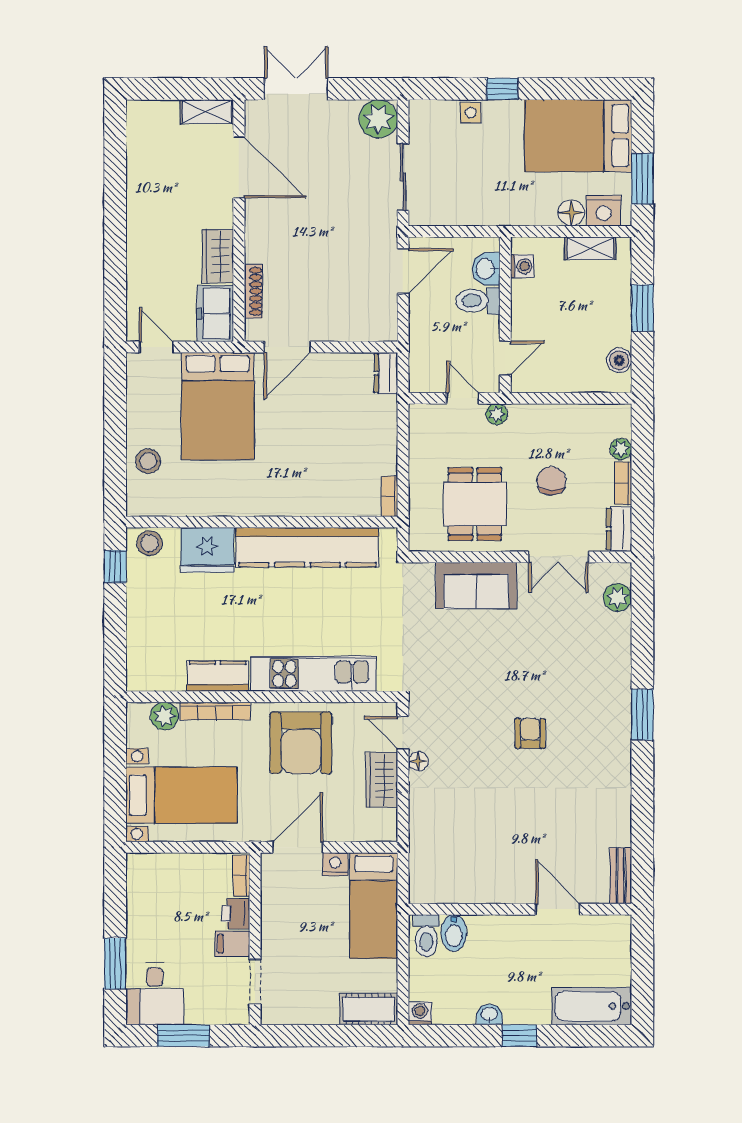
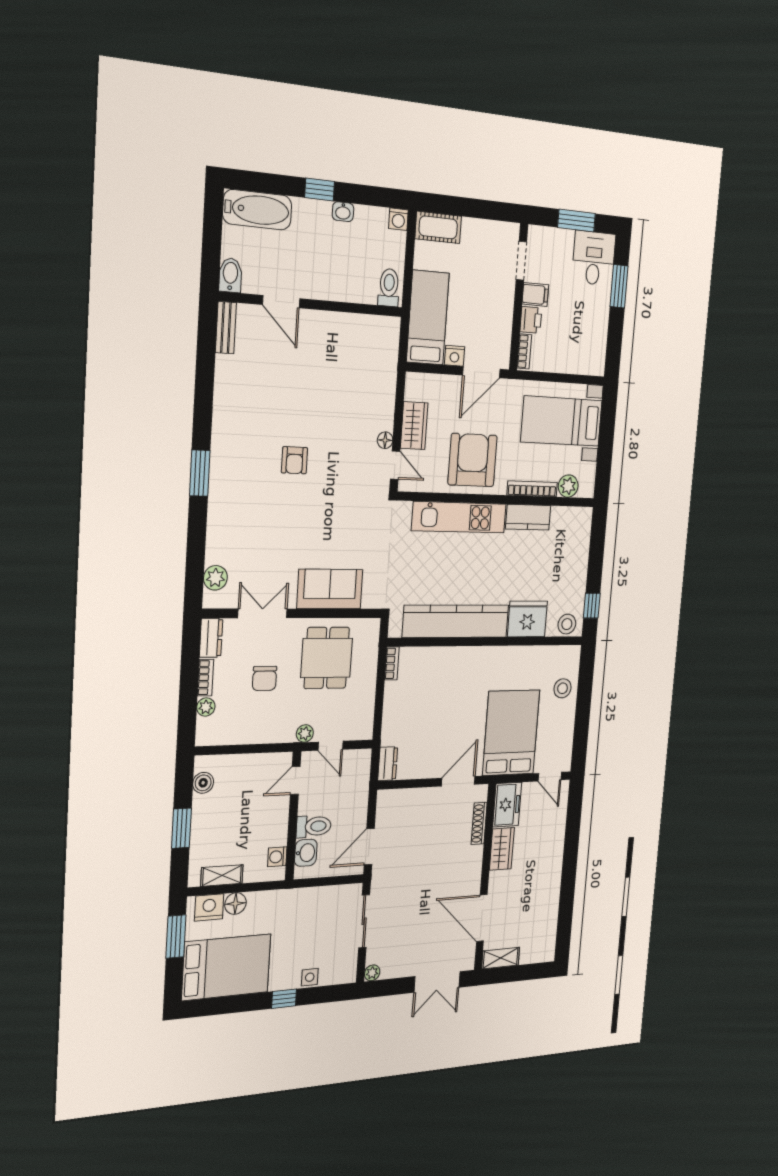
plant: (378, 119) -> (372, 973), width x0.53, depth x0.53
bidet: (454, 933) -> (230, 275), moved

